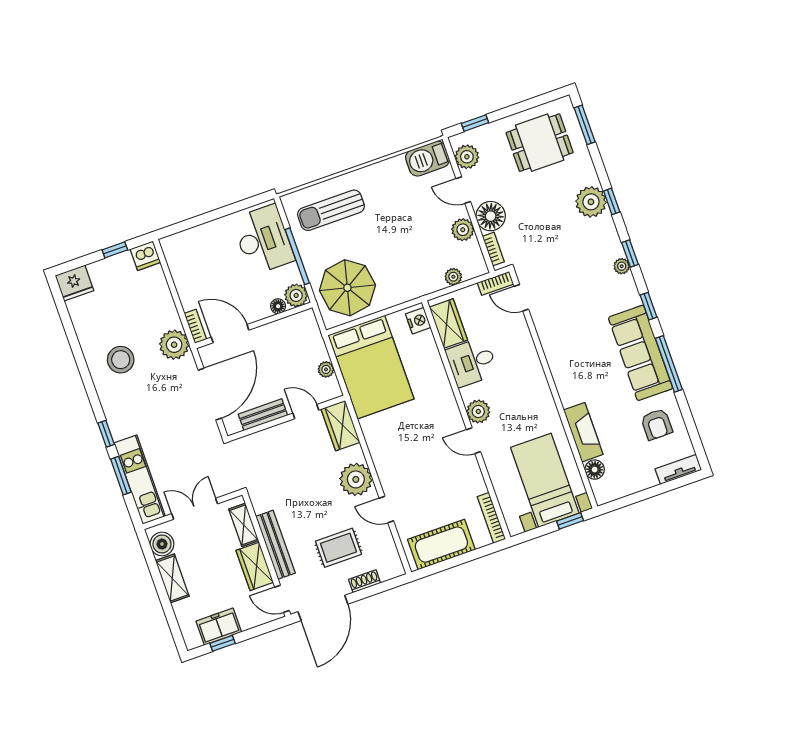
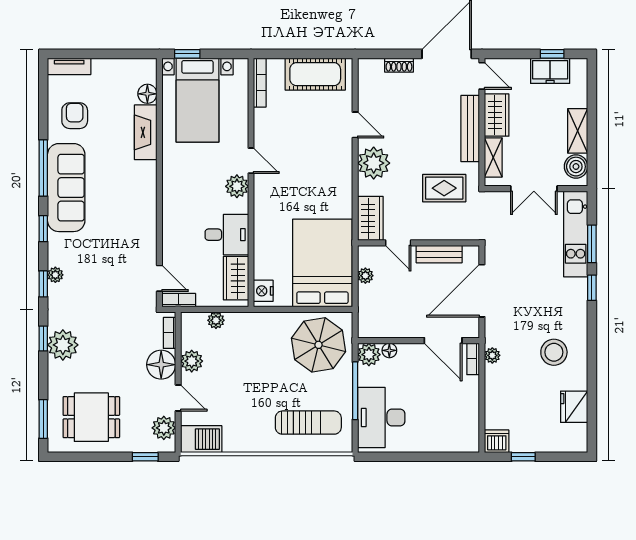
fridge: (74, 283) -> (574, 407), moved, turned -90
plant: (174, 345) -> (492, 355), width x0.53, depth x0.53
rug: (338, 548) -> (444, 188), moved

